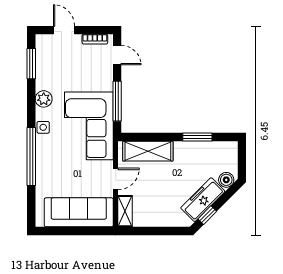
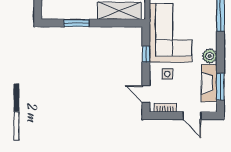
fireplace: (44, 68) -> (209, 83), added
window: (117, 101) -> (146, 54), width x0.46
side table: (43, 127) -> (167, 74), moved

